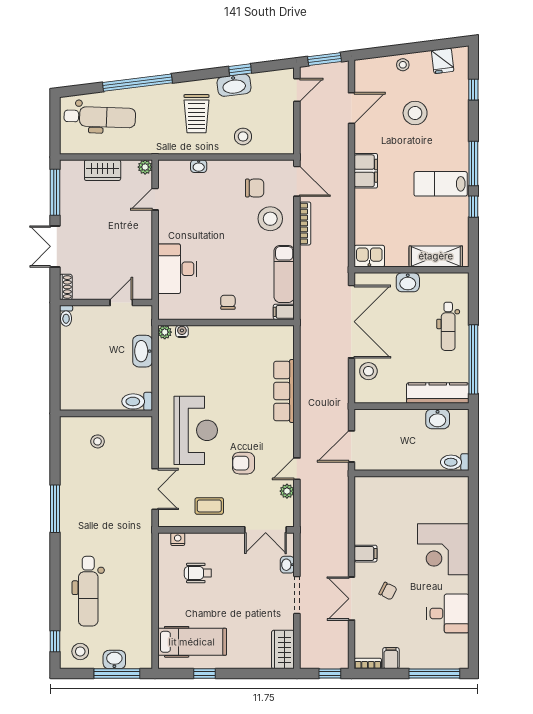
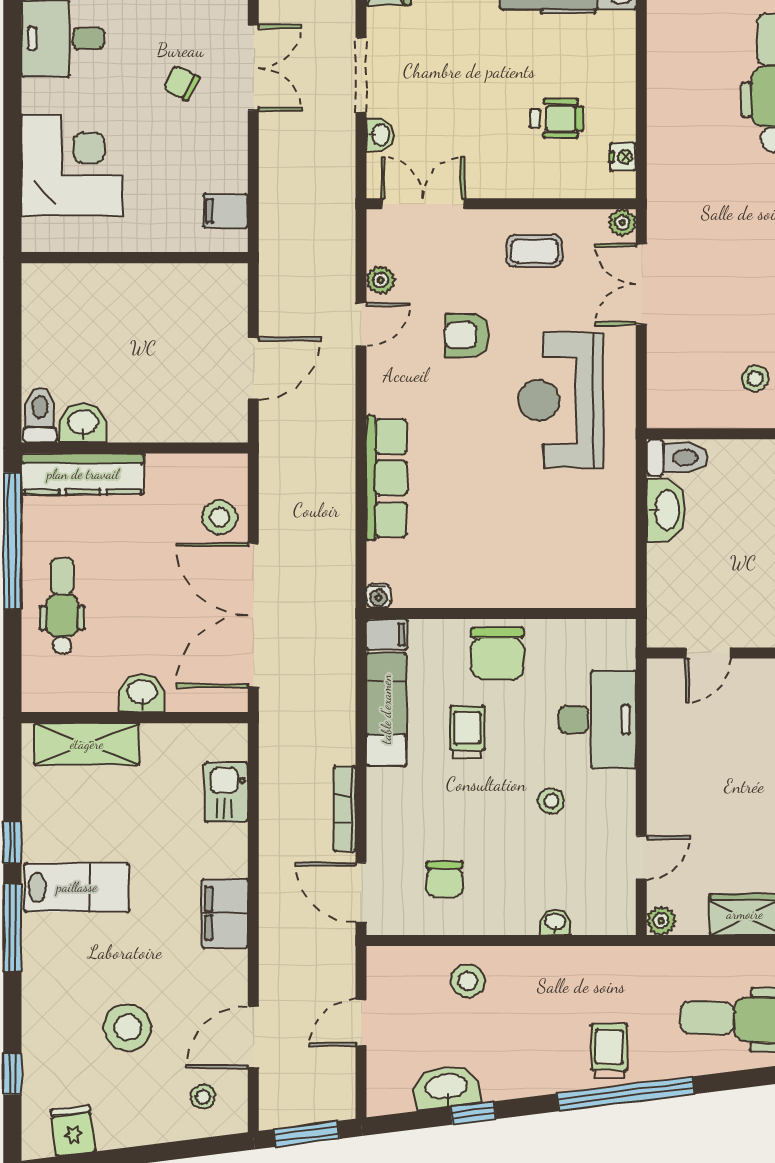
stool: (403, 65) -> (203, 1097), moved
window: (137, 83) -> (626, 1094), moved
washbasin: (234, 85) -> (446, 1087), moved
door: (297, 90) -> (361, 1023), moved
trolley: (197, 114) -> (609, 1051), moved, width x0.73, depth x0.72
chair: (255, 188) -> (445, 879), turned -90
stool: (270, 219) -> (551, 801), moved, width x0.53, depth x0.53
kitchen sink: (369, 256) -> (226, 792), moved, turned 90
trolley: (243, 263) -> (467, 732), added
chair: (228, 302) -> (497, 654), width x1.87, depth x1.87
water cooler: (182, 331) -> (379, 596), moved
plant: (165, 332) -> (622, 223), moved
washbasin: (143, 351) -> (666, 510), moved
toilet: (455, 462) -> (40, 415), moved, turned -90
armchair: (243, 463) -> (467, 336), turned 180
wall: (412, 473) -> (135, 258), moved
nightstand: (178, 539) -> (623, 157), moved, turned -90
filing cabinet: (366, 554) -> (225, 211), moved

